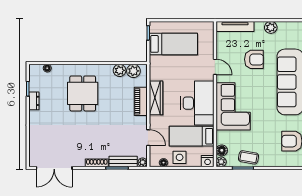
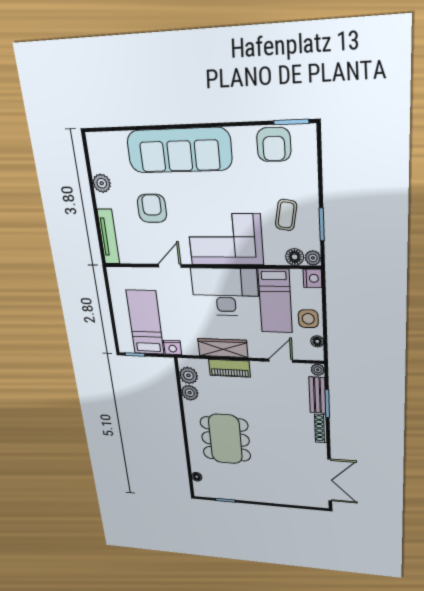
nightstand: (155, 62) -> (173, 347), added
dining table: (83, 93) -> (225, 439), width x1.38
dresser: (34, 101) -> (240, 495), removed
coffee table: (249, 157) -> (286, 215), moved

